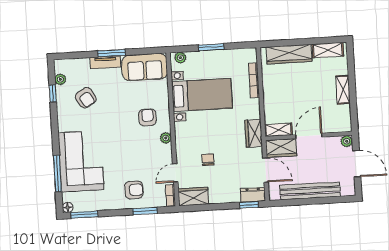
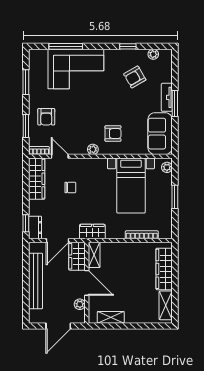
shelving: (343, 90) -> (111, 317), moved
window: (53, 93) -> (128, 46), moved
plant: (347, 141) -> (80, 304), moved
wardrobe: (193, 197) -> (37, 179), width x1.50
floor lamp: (68, 207) -> (34, 54), removed
window: (84, 215) -> (26, 82), moved

